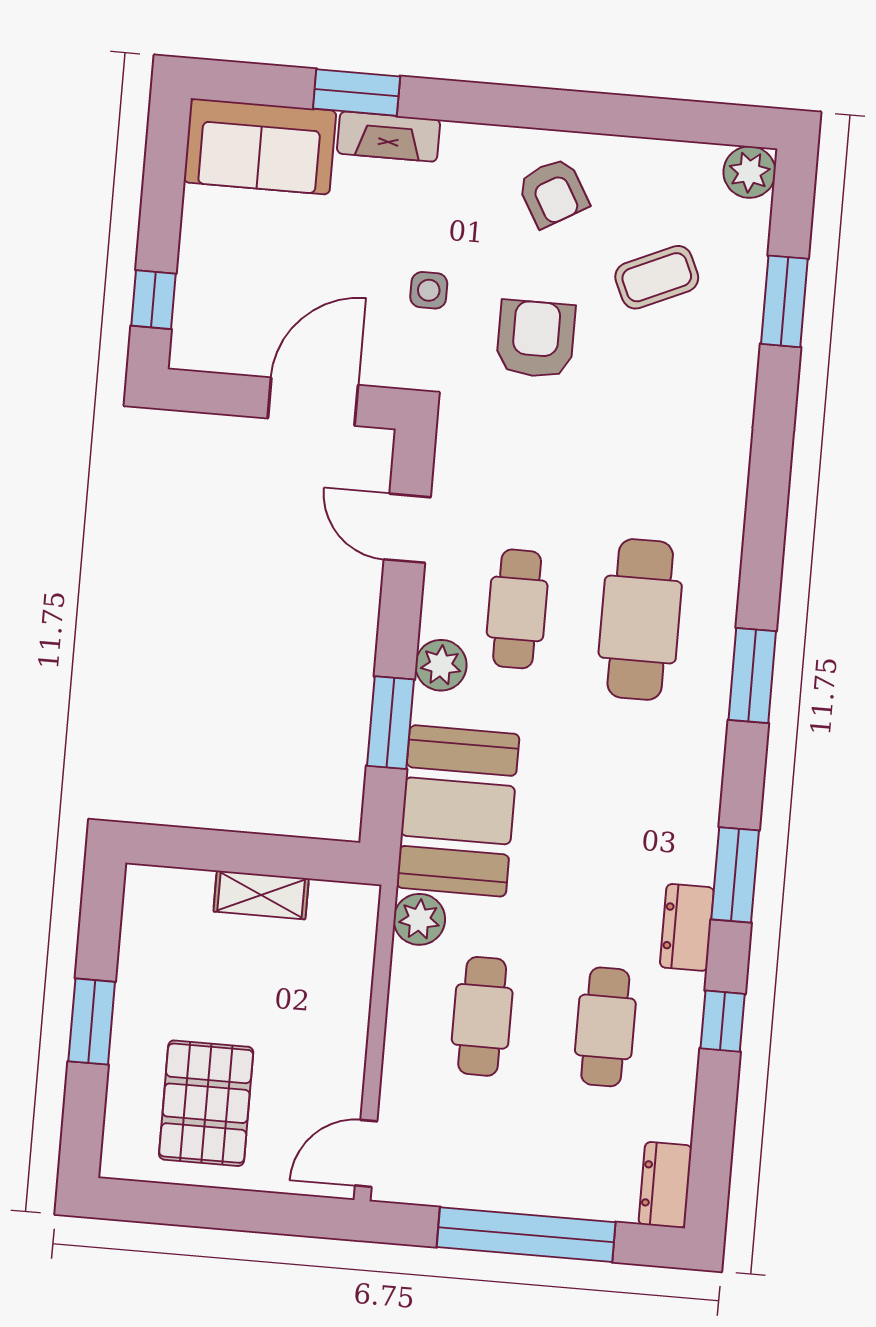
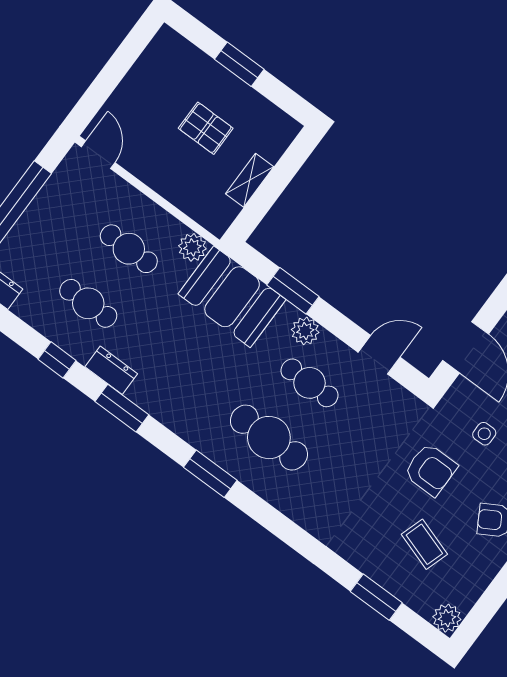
coffee table: (657, 277) -> (424, 544), turned -48
pallet: (206, 1103) -> (206, 128), moved, width x0.67, depth x0.71

